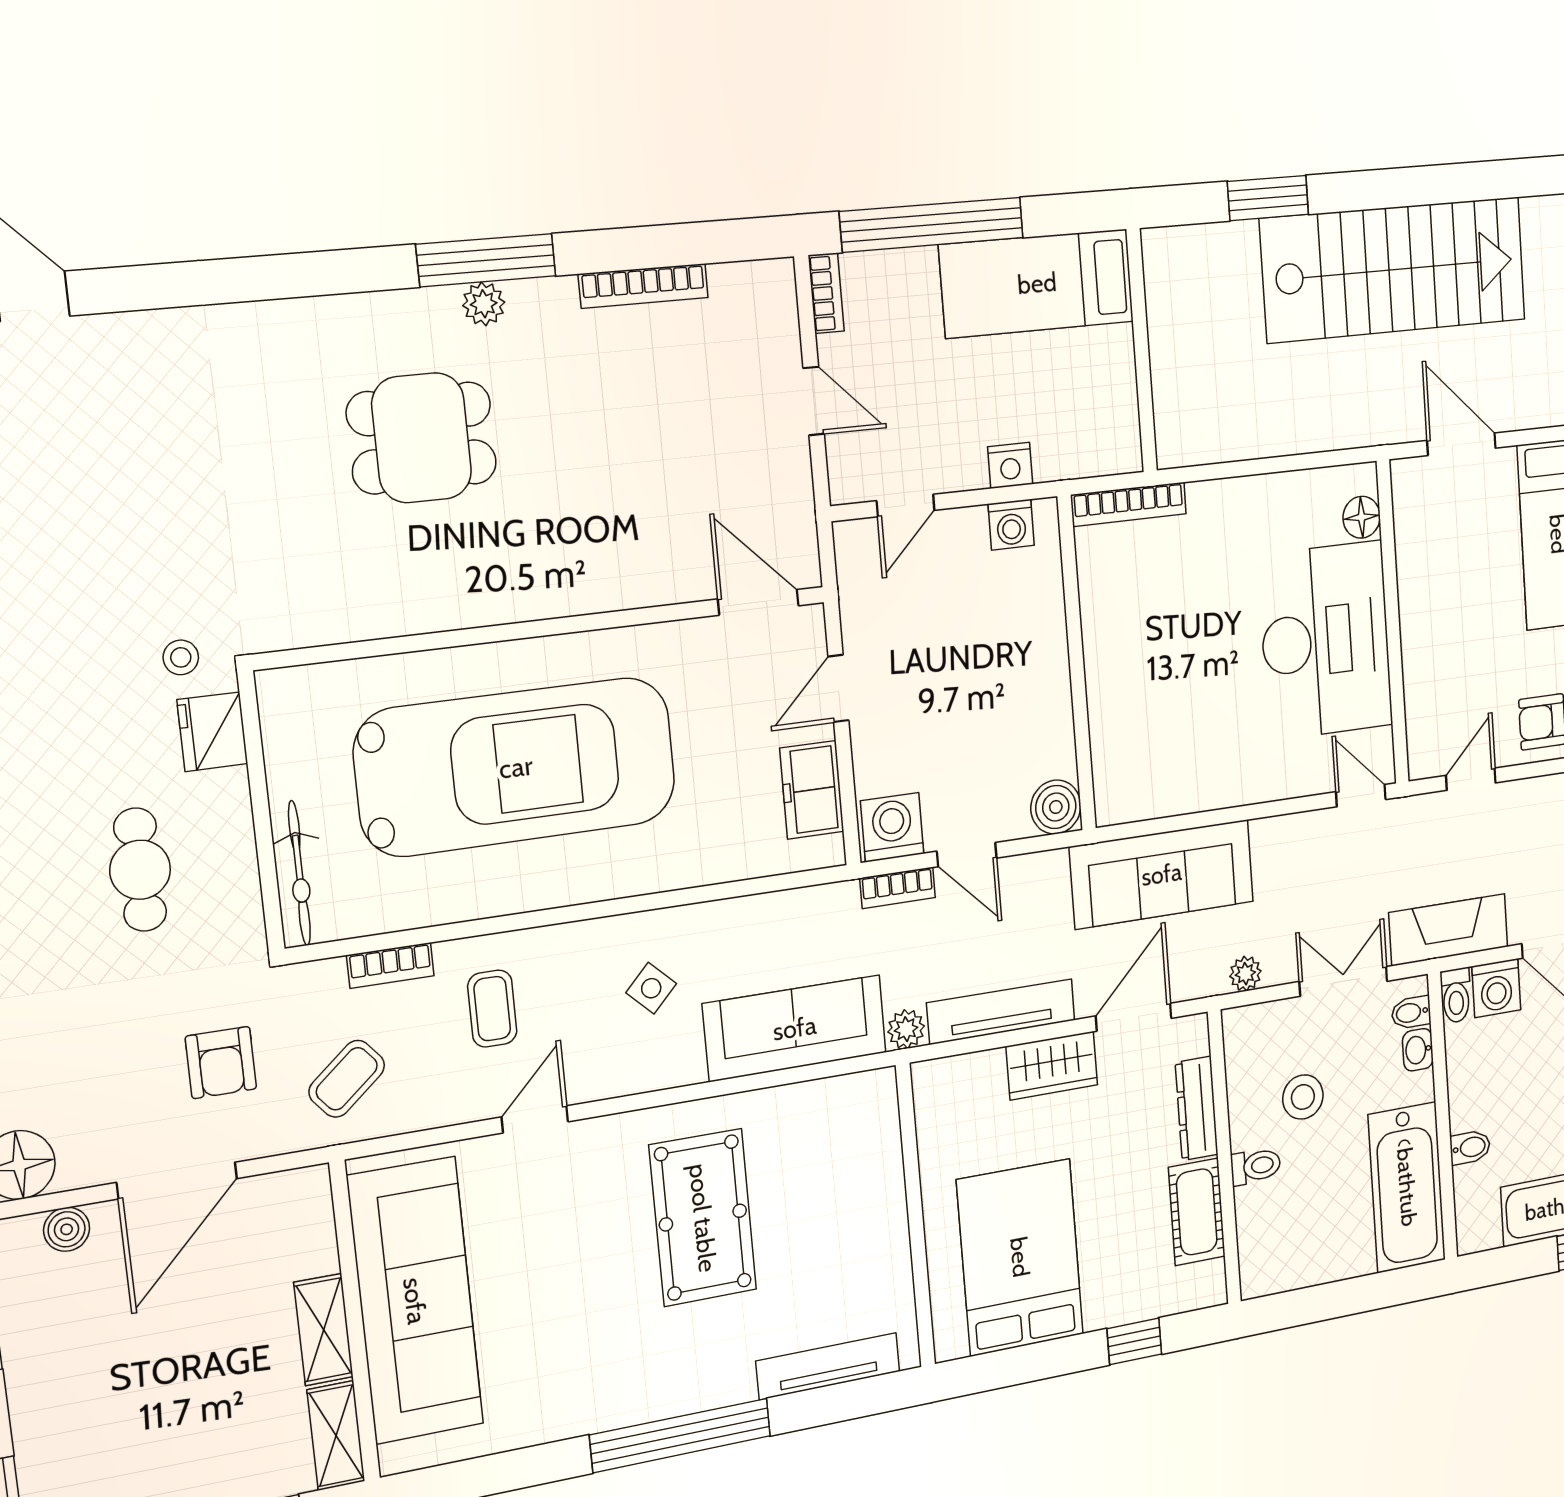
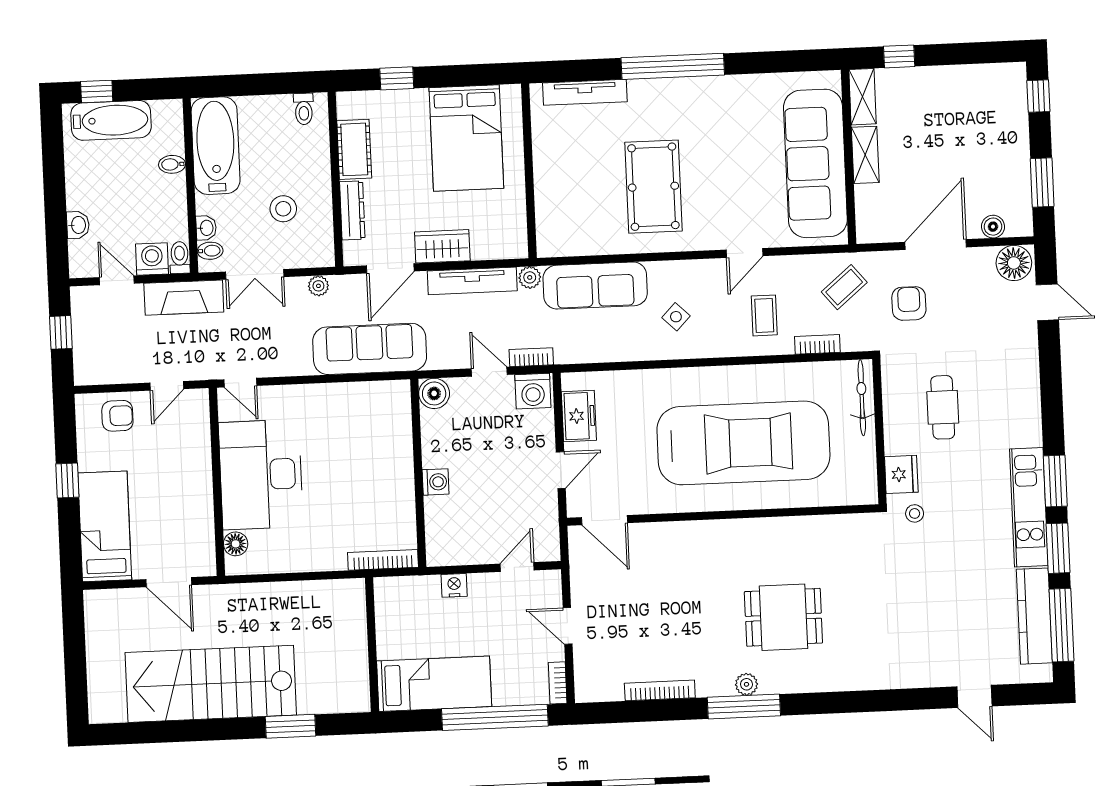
washing machine: (1011, 525) -> (436, 482), moved, turned 90
car: (516, 767) -> (743, 443), turned 180
toilet: (1256, 1166) -> (304, 109), moved, turned -90

